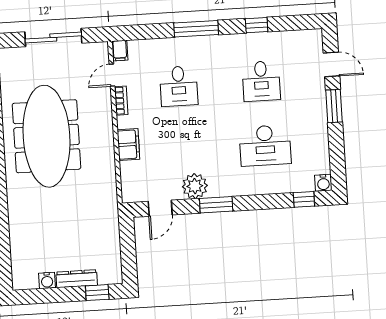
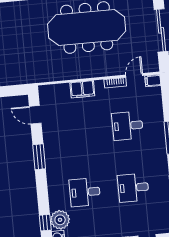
door: (112, 75) -> (134, 75), hinge flipped
desk: (265, 145) -> (85, 192), width x0.73
plant: (195, 186) -> (60, 220), moved

